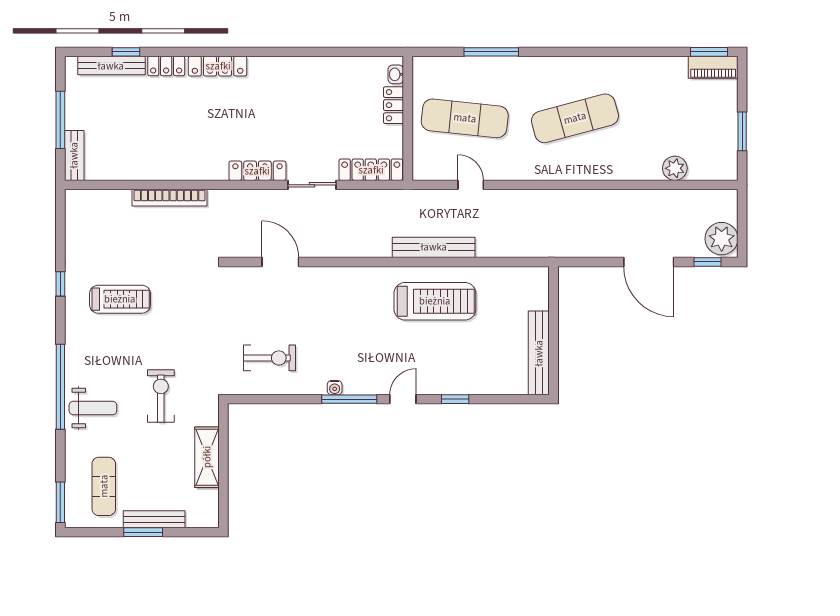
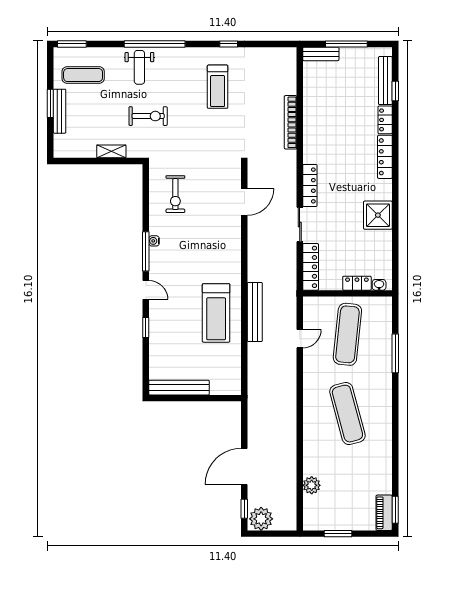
shower: (299, 76) -> (378, 215), added
shelving: (207, 457) -> (111, 151), width x0.67, depth x0.75

